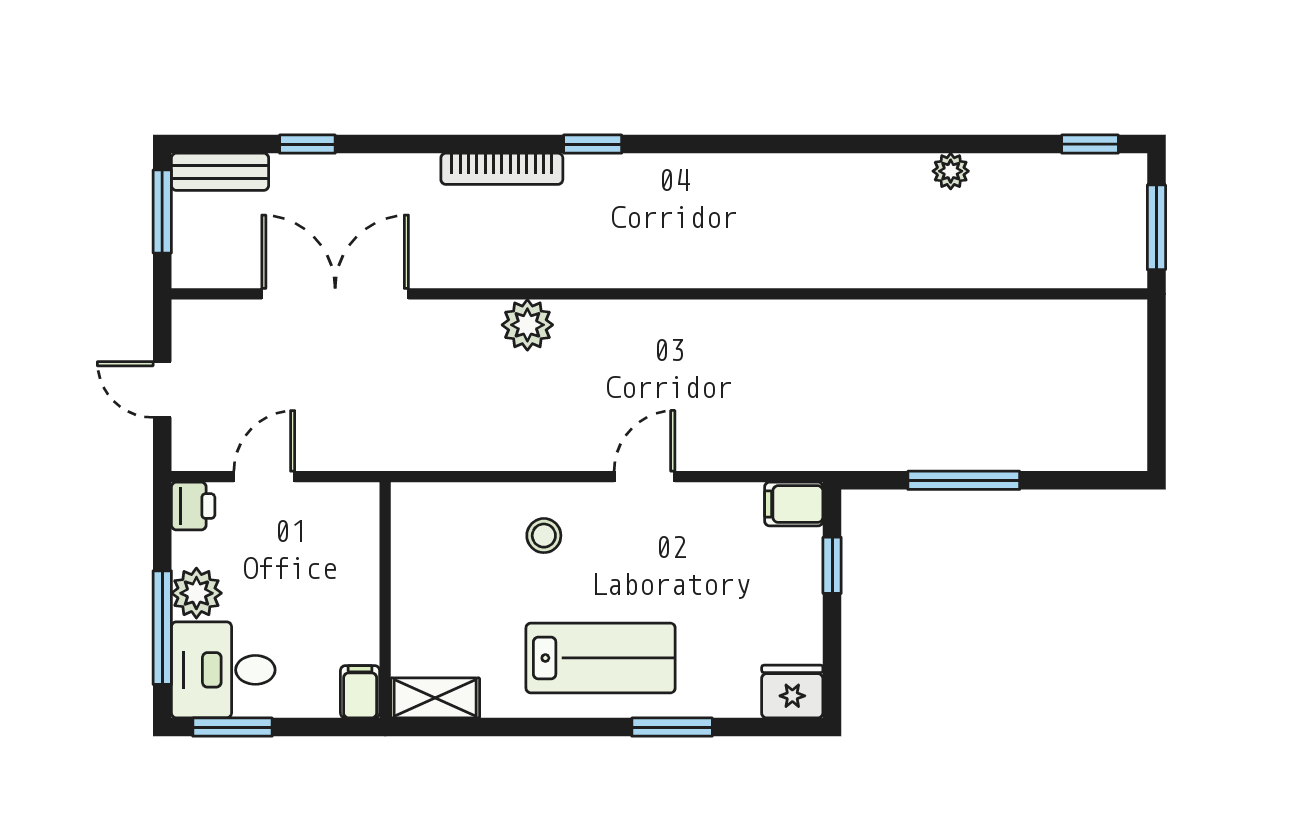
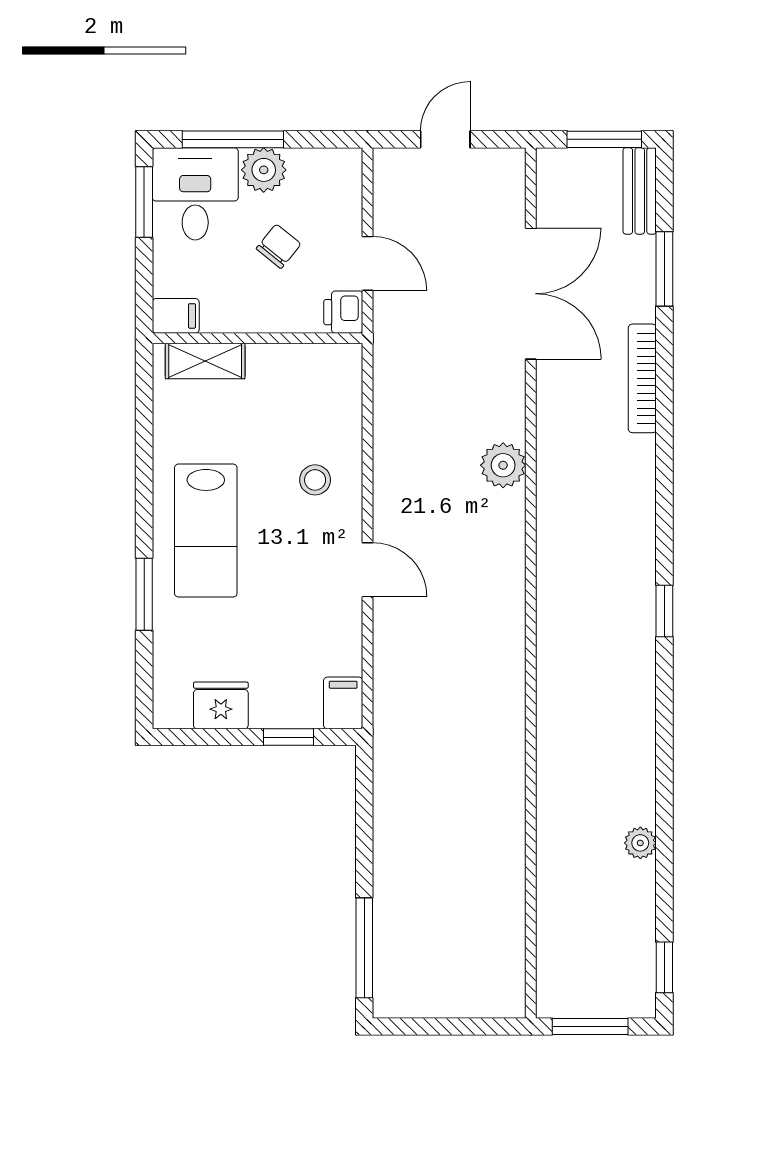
window: (307, 144) -> (664, 269), width x1.50
window: (593, 144) -> (664, 611), moved
bookcase: (502, 169) -> (642, 378), moved
door: (264, 477) -> (368, 263), moved
window: (964, 480) -> (364, 948), moved
printer: (193, 506) -> (343, 312), moved, turned 90
chair: (282, 576) -> (279, 246), added
fridge: (792, 692) -> (221, 705), moved, turned -90
shelving: (435, 698) -> (205, 361), moved, turned 90

